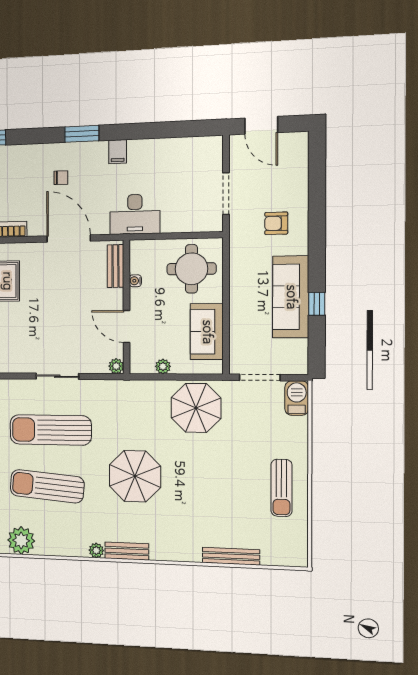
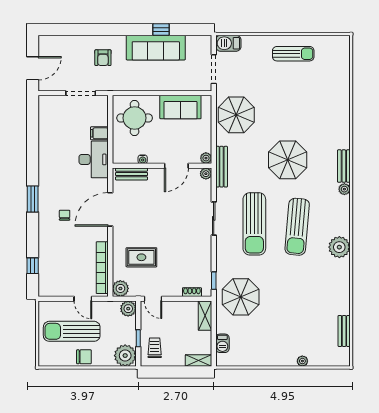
filing cabinet: (118, 152) -> (99, 133), moved, turned 180
plant: (163, 366) -> (206, 158), moved
bench: (231, 556) -> (222, 167), moved

